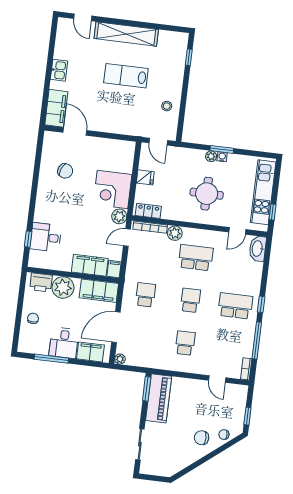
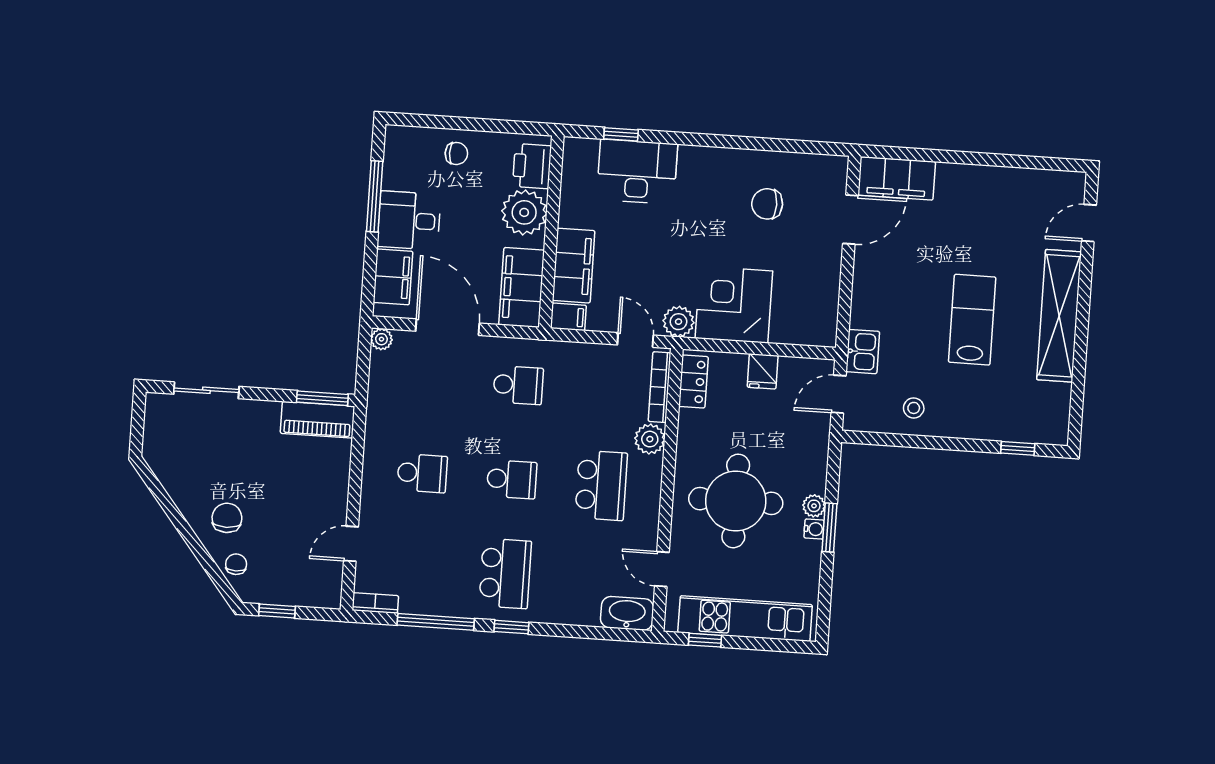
kitchen sink: (59, 70) -> (863, 352), moved, turned -90
chair: (65, 171) -> (767, 204), turned 66
round table: (207, 194) -> (736, 501), width x1.36, depth x1.36
desk: (46, 237) -> (637, 172), width x1.37
piano: (159, 398) -> (318, 420), width x0.73, depth x0.75

